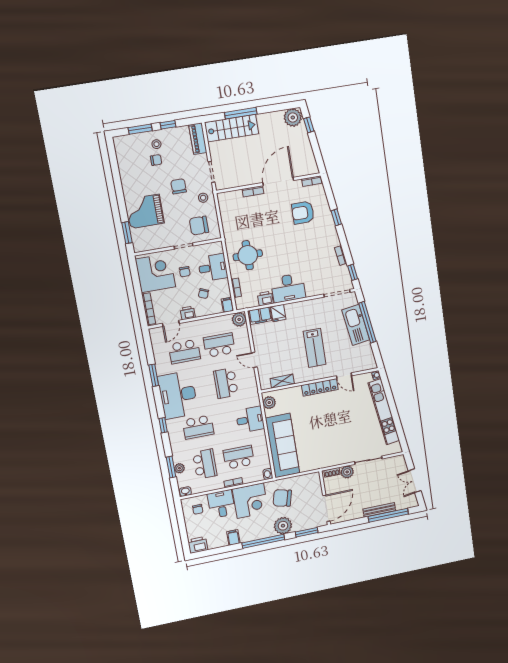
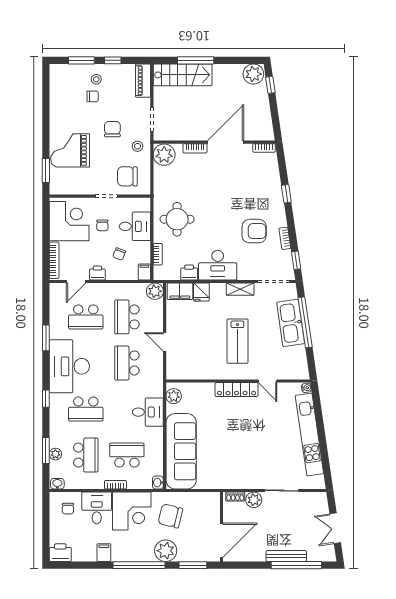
plant: (227, 201) -> (164, 155), added
armchair: (303, 213) -> (254, 231), moved, turned 180
school desk: (219, 345) -> (127, 317), turned -90
shelving: (282, 381) -> (240, 289), moved

